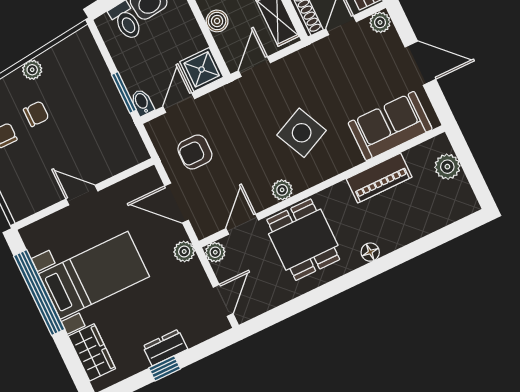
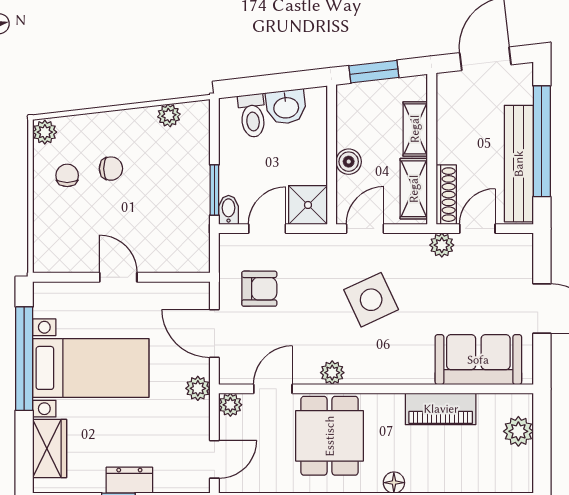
plant: (380, 22) -> (442, 245), moved
plant: (32, 70) -> (169, 115), moved
side table: (302, 133) -> (371, 300), moved
armchair: (195, 152) -> (259, 289), turned 180

